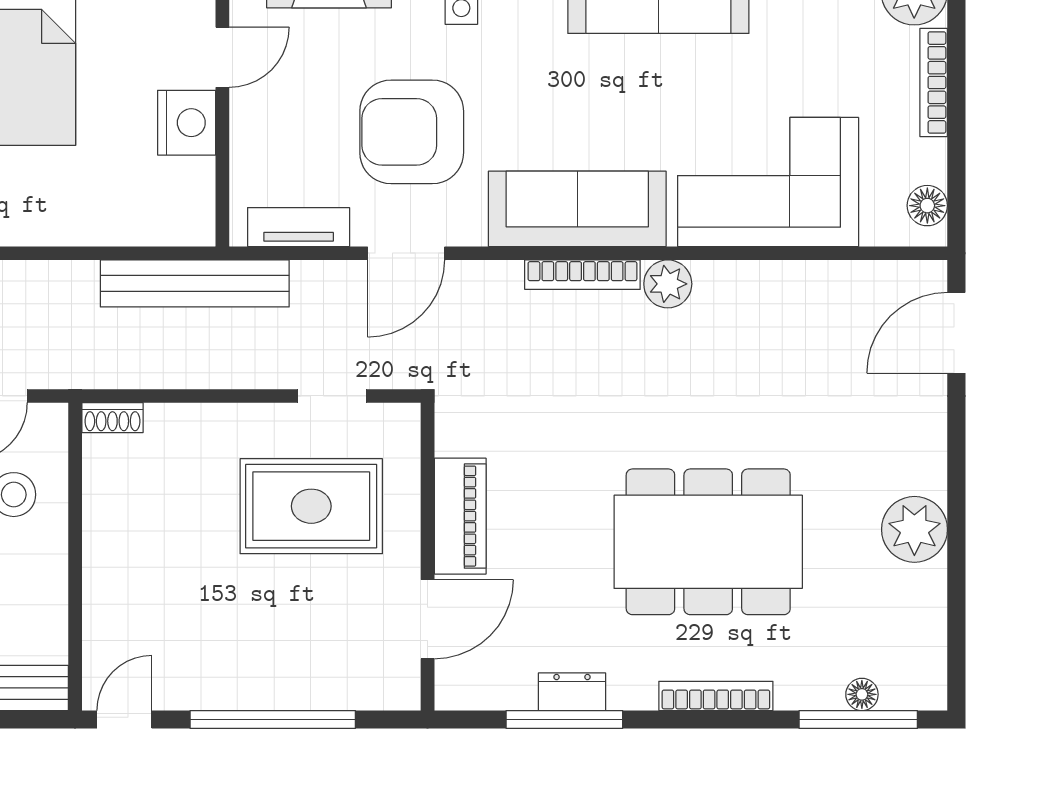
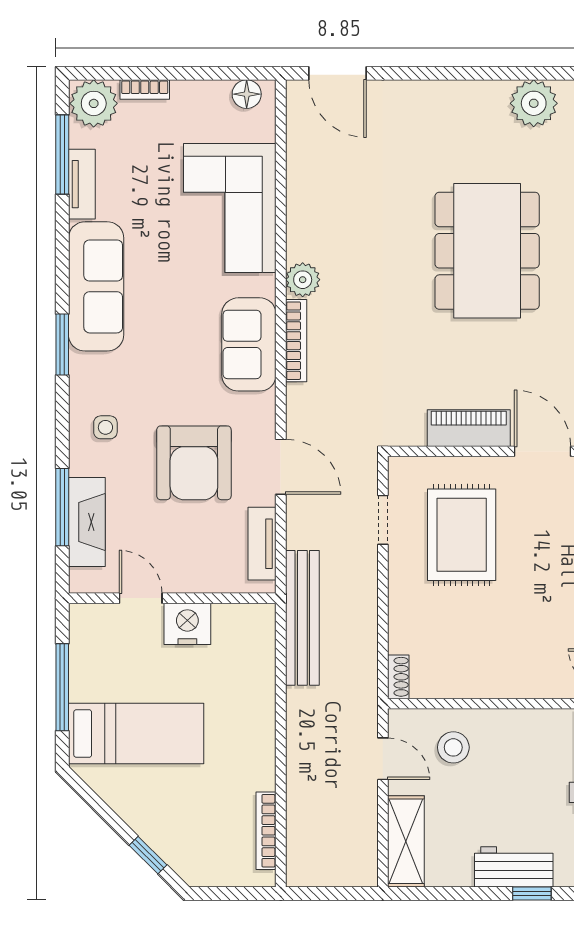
bookcase: (934, 83) -> (145, 90), width x0.64
sofa: (577, 209) -> (249, 344), width x0.73
plant: (914, 529) -> (534, 103), moved

